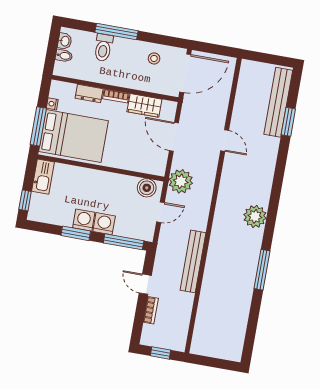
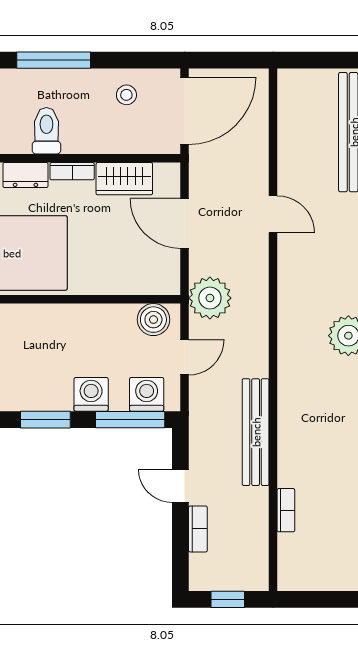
toilet: (103, 48) -> (46, 131), moved, turned 180
washing machine: (84, 220) -> (147, 394), moved
bookcase: (202, 309) -> (286, 510), added

